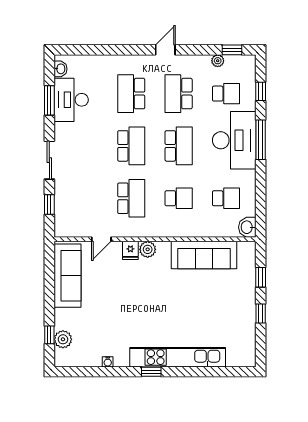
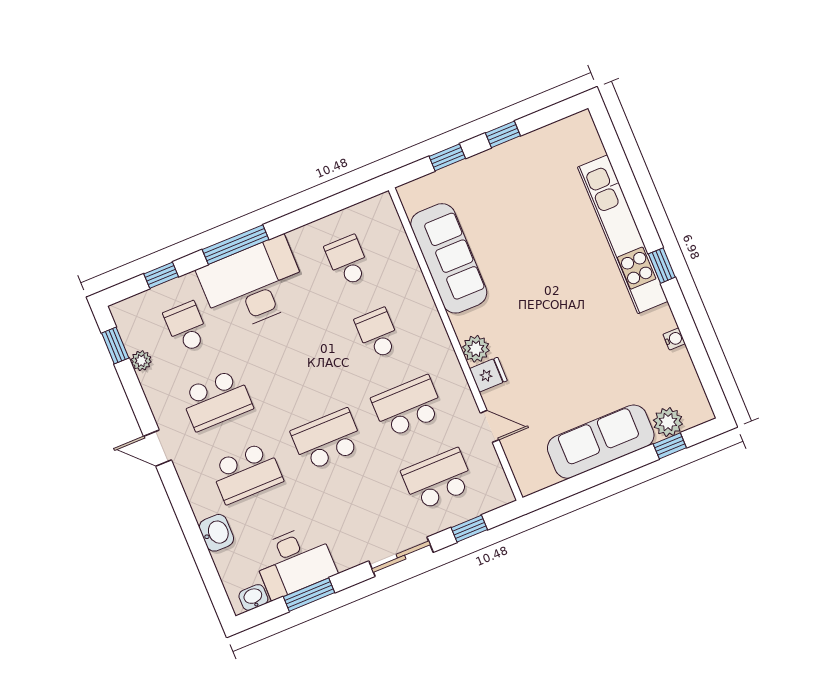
school desk: (179, 146) -> (438, 479), moved
washbasin: (247, 227) -> (216, 533), moved, turned -90
sofa: (67, 276) -> (601, 442), moved

